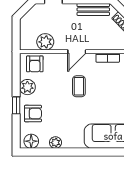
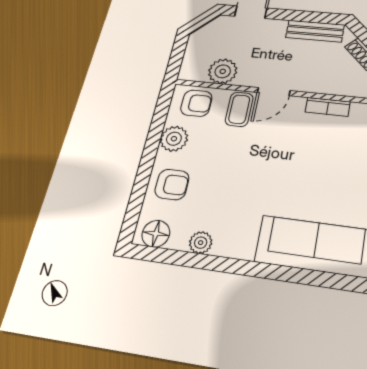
armchair: (35, 64) -> (196, 103), turned -90
coffee table: (79, 86) -> (239, 109), moved
window: (16, 105) -> (146, 167), removed

